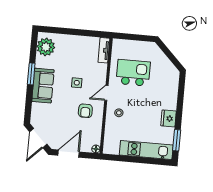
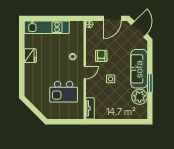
plant: (46, 47) -> (140, 97), moved
sofa: (43, 86) -> (139, 69), width x1.36
window: (177, 140) -> (22, 38), removed

